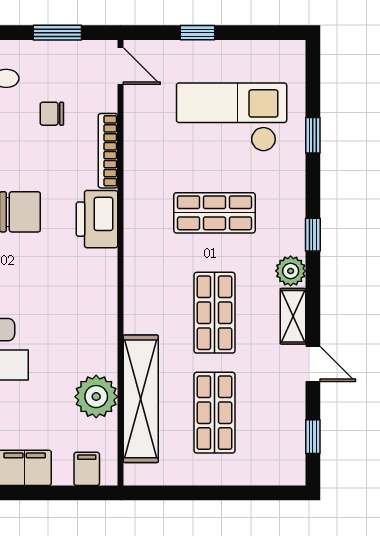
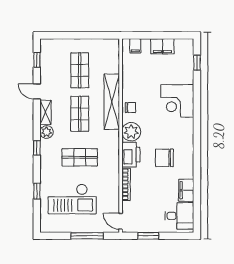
window: (197, 33) -> (87, 236), width x2.17
chair: (52, 114) -> (130, 108), moved
plant: (96, 397) -> (131, 132), moved
shelving: (141, 399) -> (112, 102), moved

